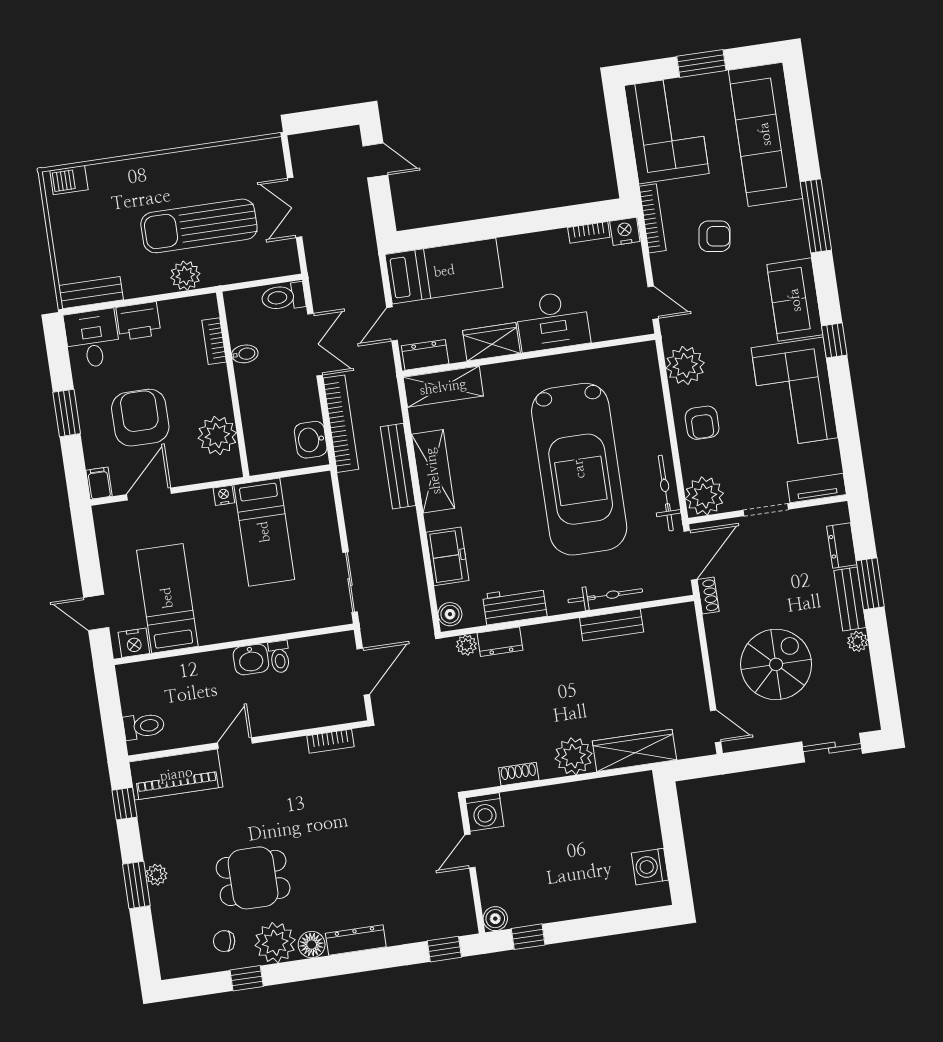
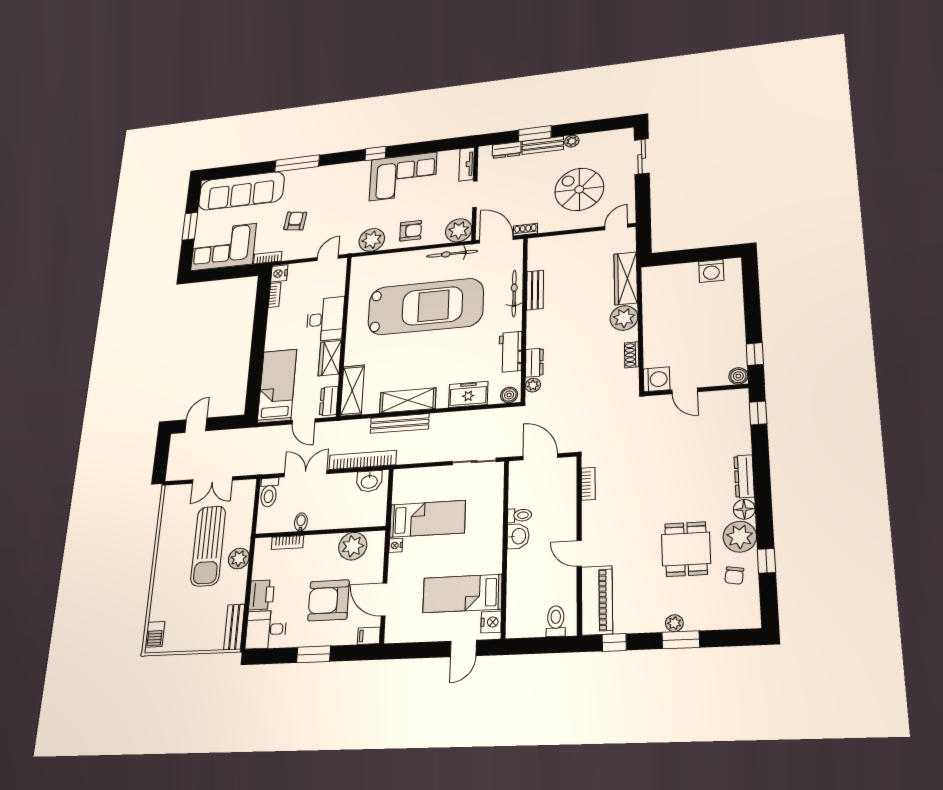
bookcase: (653, 218) -> (268, 258), width x0.64
sofa: (795, 300) -> (345, 176), removed

